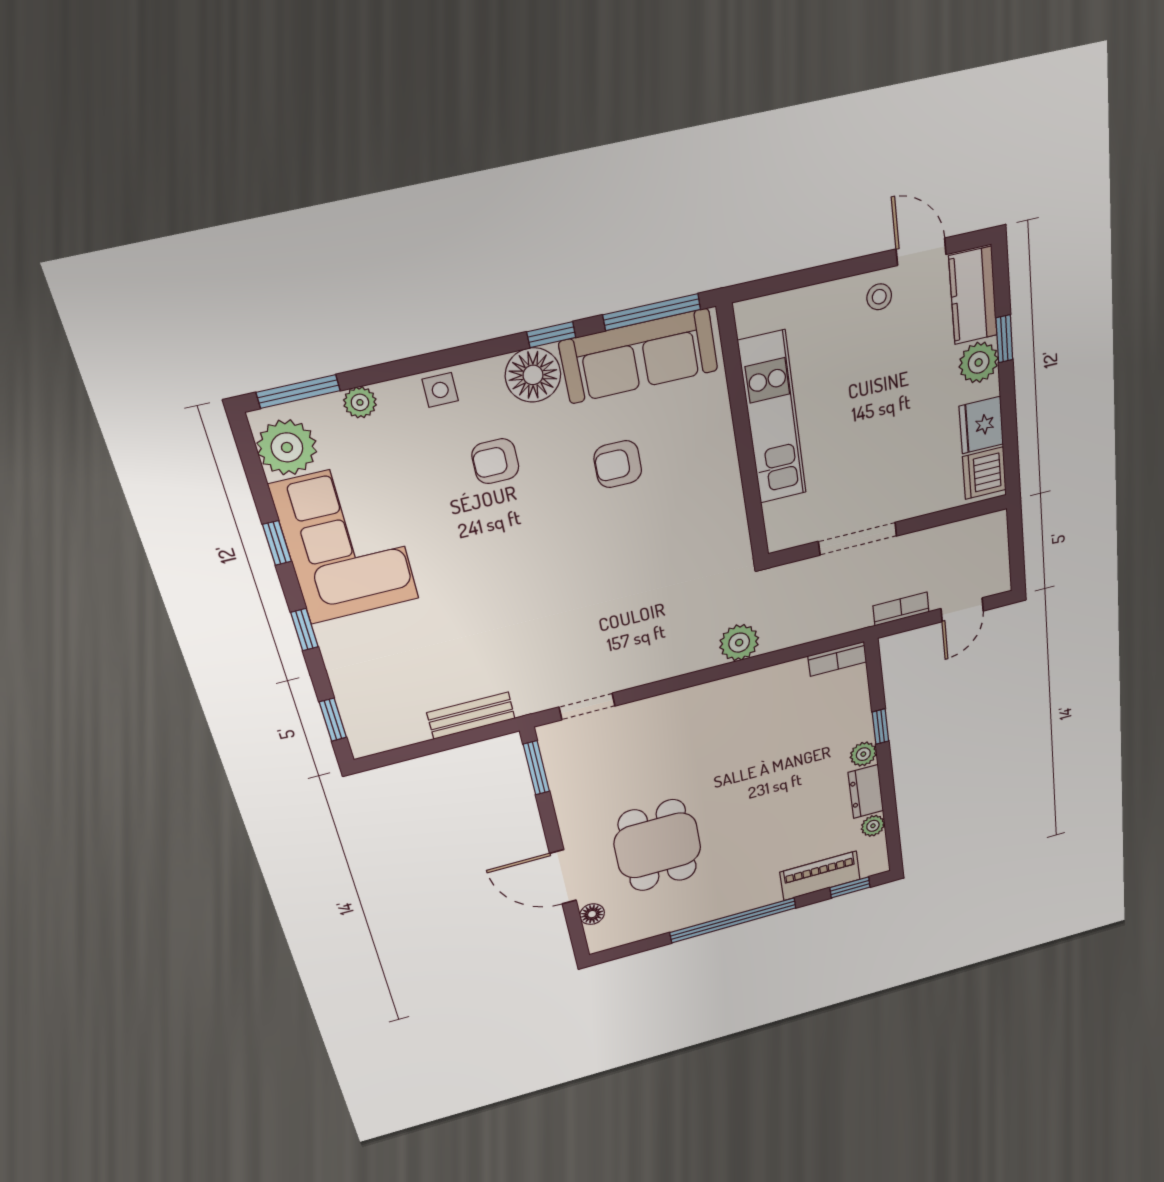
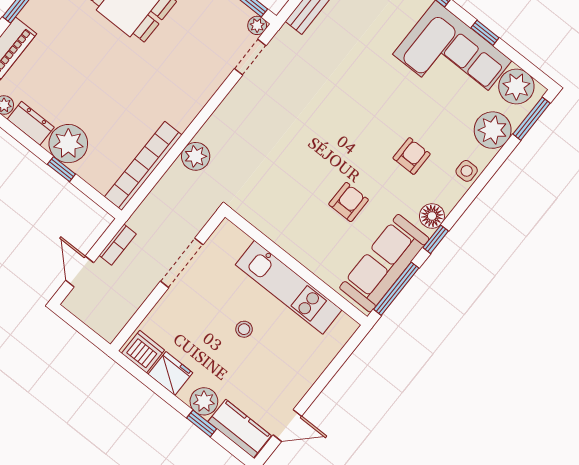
stool: (879, 297) -> (244, 329), moved
floor lamp: (533, 375) -> (432, 216), width x0.73, depth x0.73
plant: (360, 402) -> (493, 130), width x1.88, depth x1.88
bookcase: (837, 659) -> (143, 166), width x2.31, depth x1.31
plant: (550, 735) -> (257, 25), added
plant: (863, 754) -> (68, 144), width x1.88, depth x1.88

